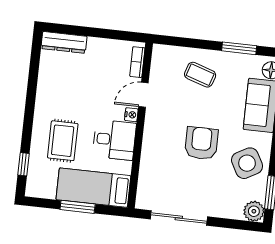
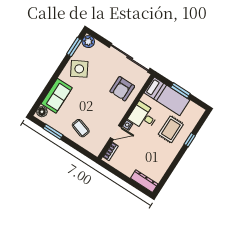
armchair: (201, 143) -> (122, 89), moved
window: (24, 164) -> (190, 140), moved
sliding door: (179, 218) -> (130, 58), width x1.36

